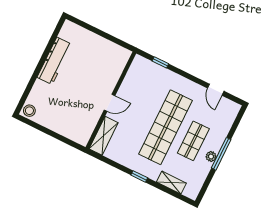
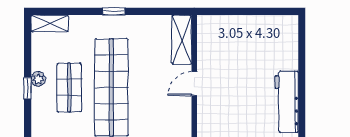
stool: (29, 111) -> (287, 26), removed
window: (221, 154) -> (28, 88), width x0.46
shelving: (171, 183) -> (50, 23), moved

